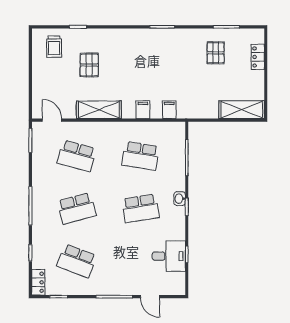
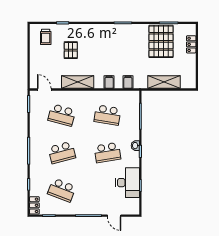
pallet: (216, 53) -> (161, 41), width x2.05, depth x2.00
shelving: (242, 110) -> (164, 82), moved
desk: (169, 256) -> (128, 183), width x1.37

